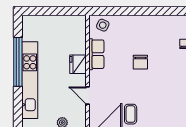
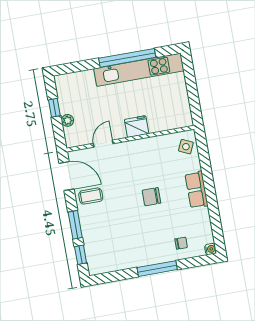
row of seats: (96, 54) -> (196, 190), moved, turned 90
kitchen unit: (30, 80) -> (139, 70), moved

